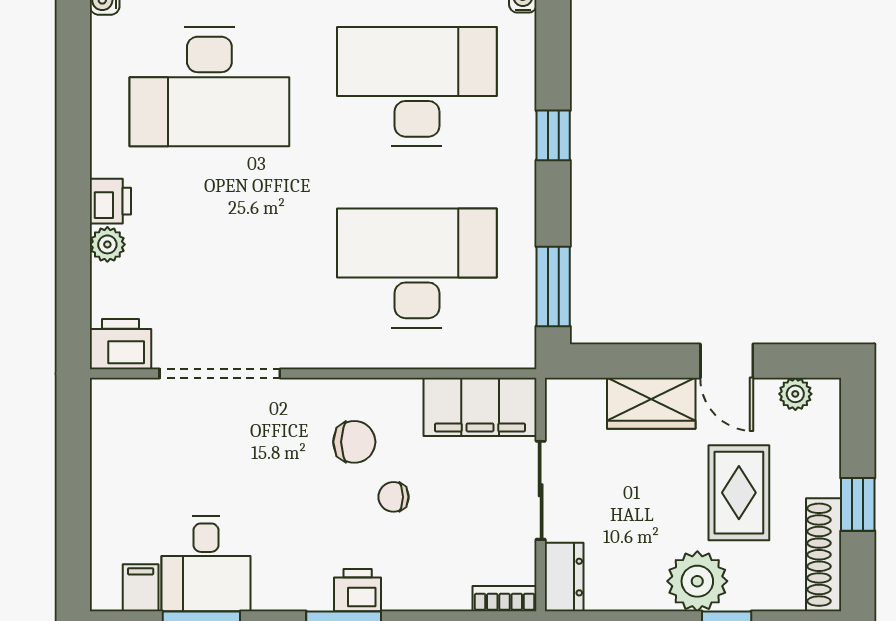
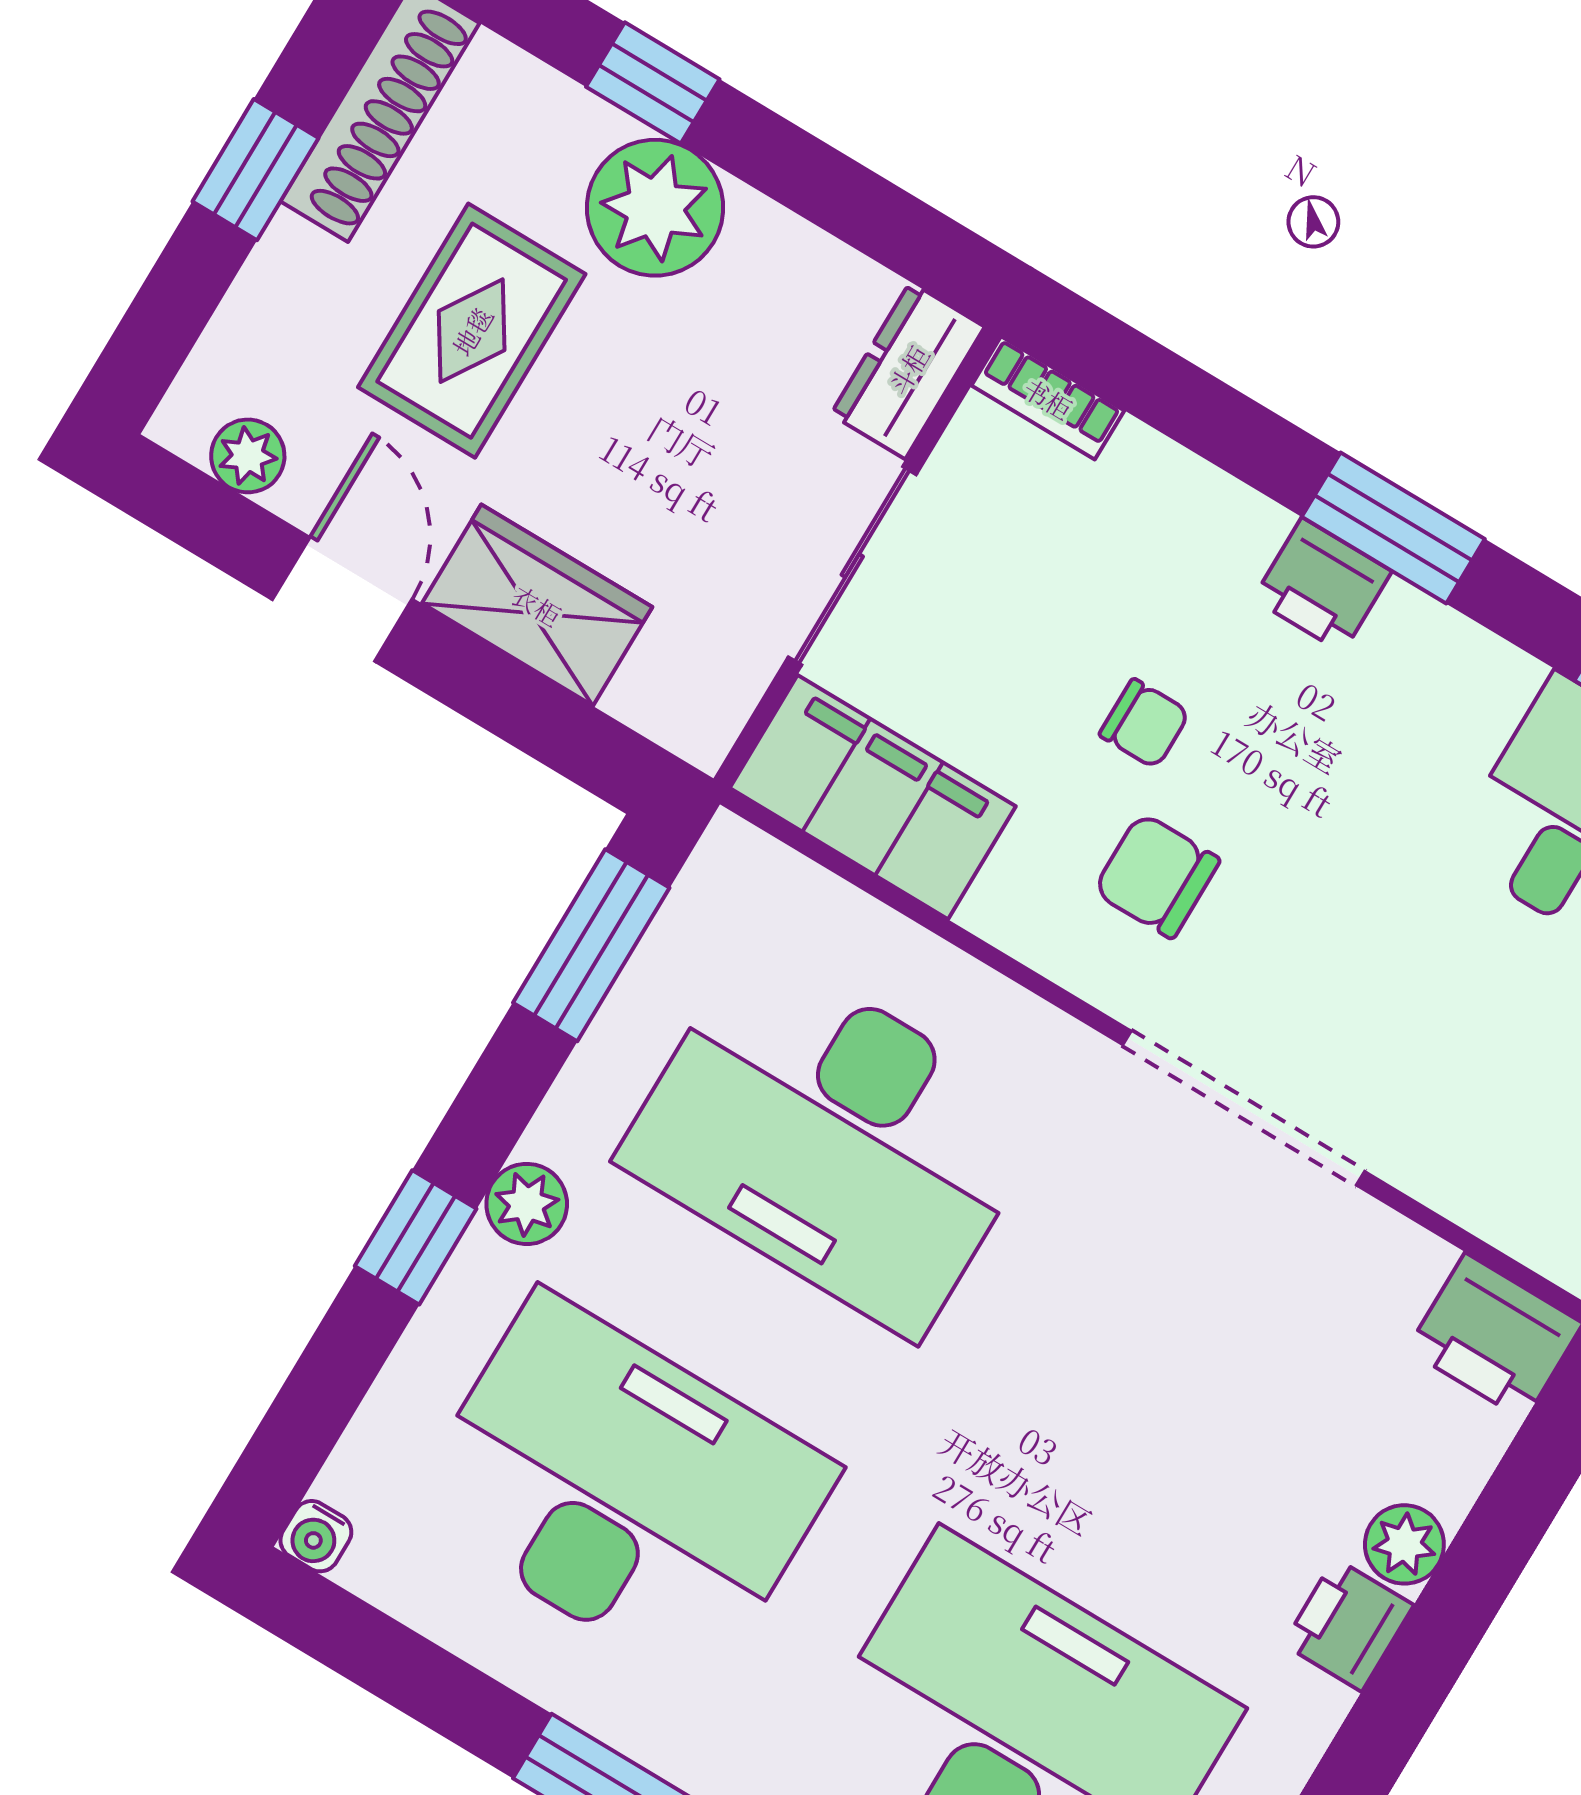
desk: (417, 87) -> (622, 1490), turned 180
plant: (519, 173) -> (527, 1204), added
doorway: (220, 374) -> (1244, 1108), moved

